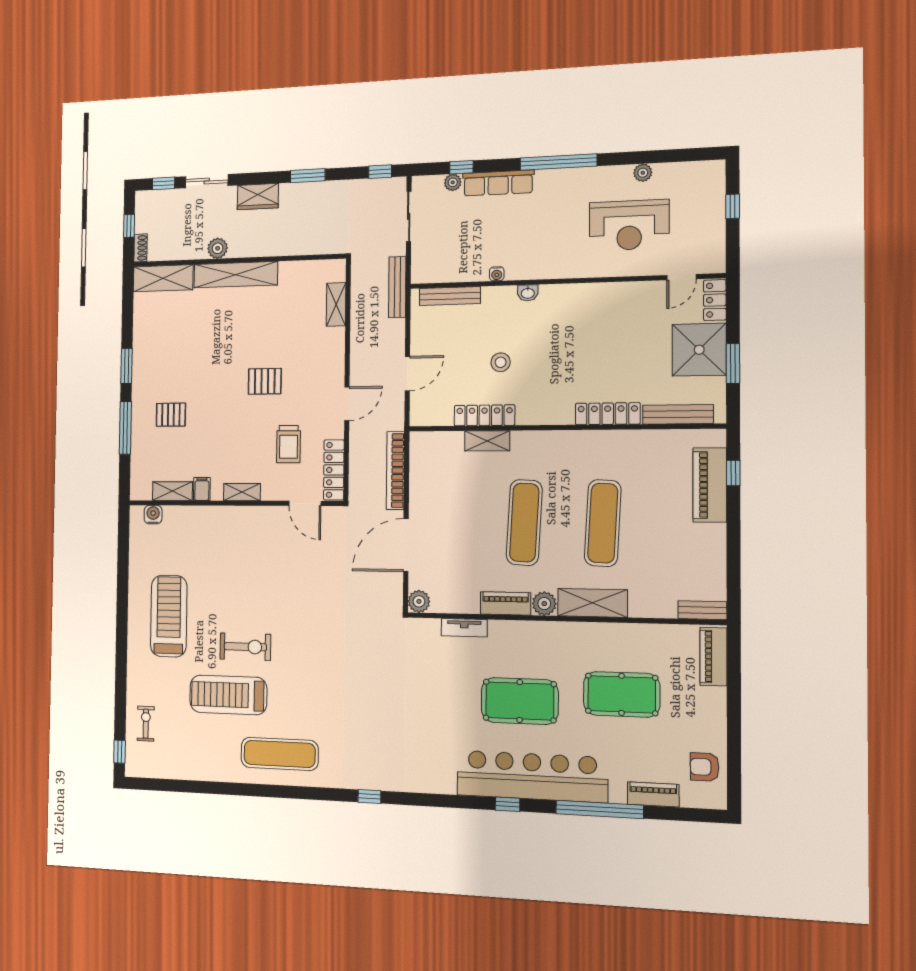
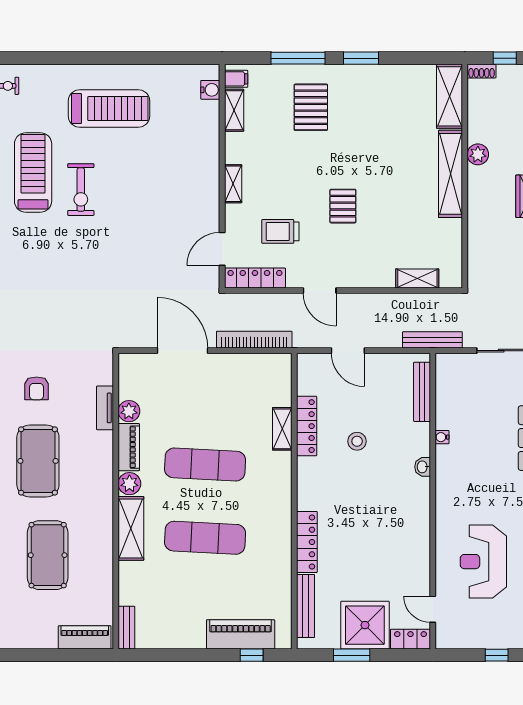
pallet: (171, 415) -> (311, 107), width x1.50, depth x1.42
filing cabinet: (202, 489) -> (236, 79), moved
plant: (419, 601) -> (129, 411), moved
armchair: (443, 700) -> (36, 388), added

